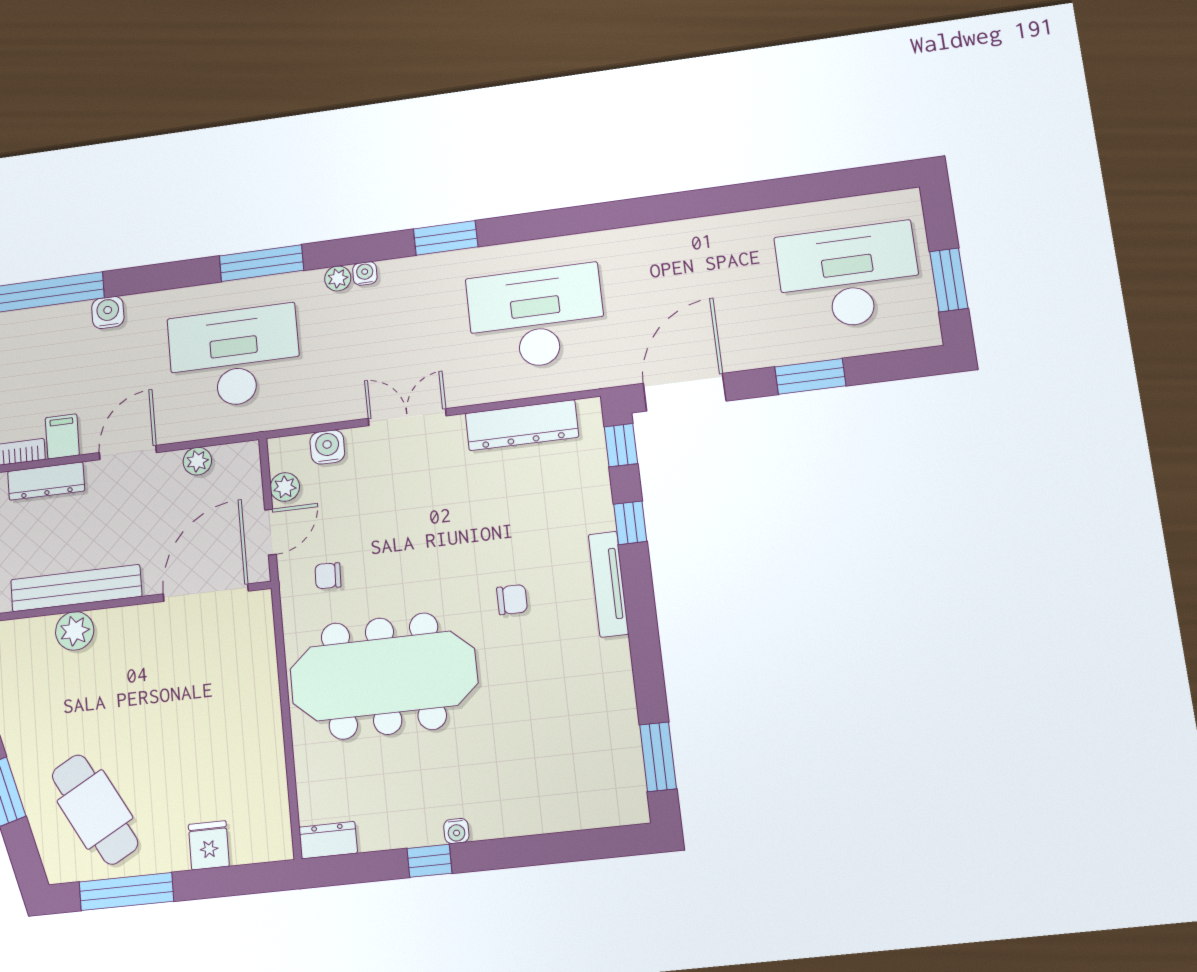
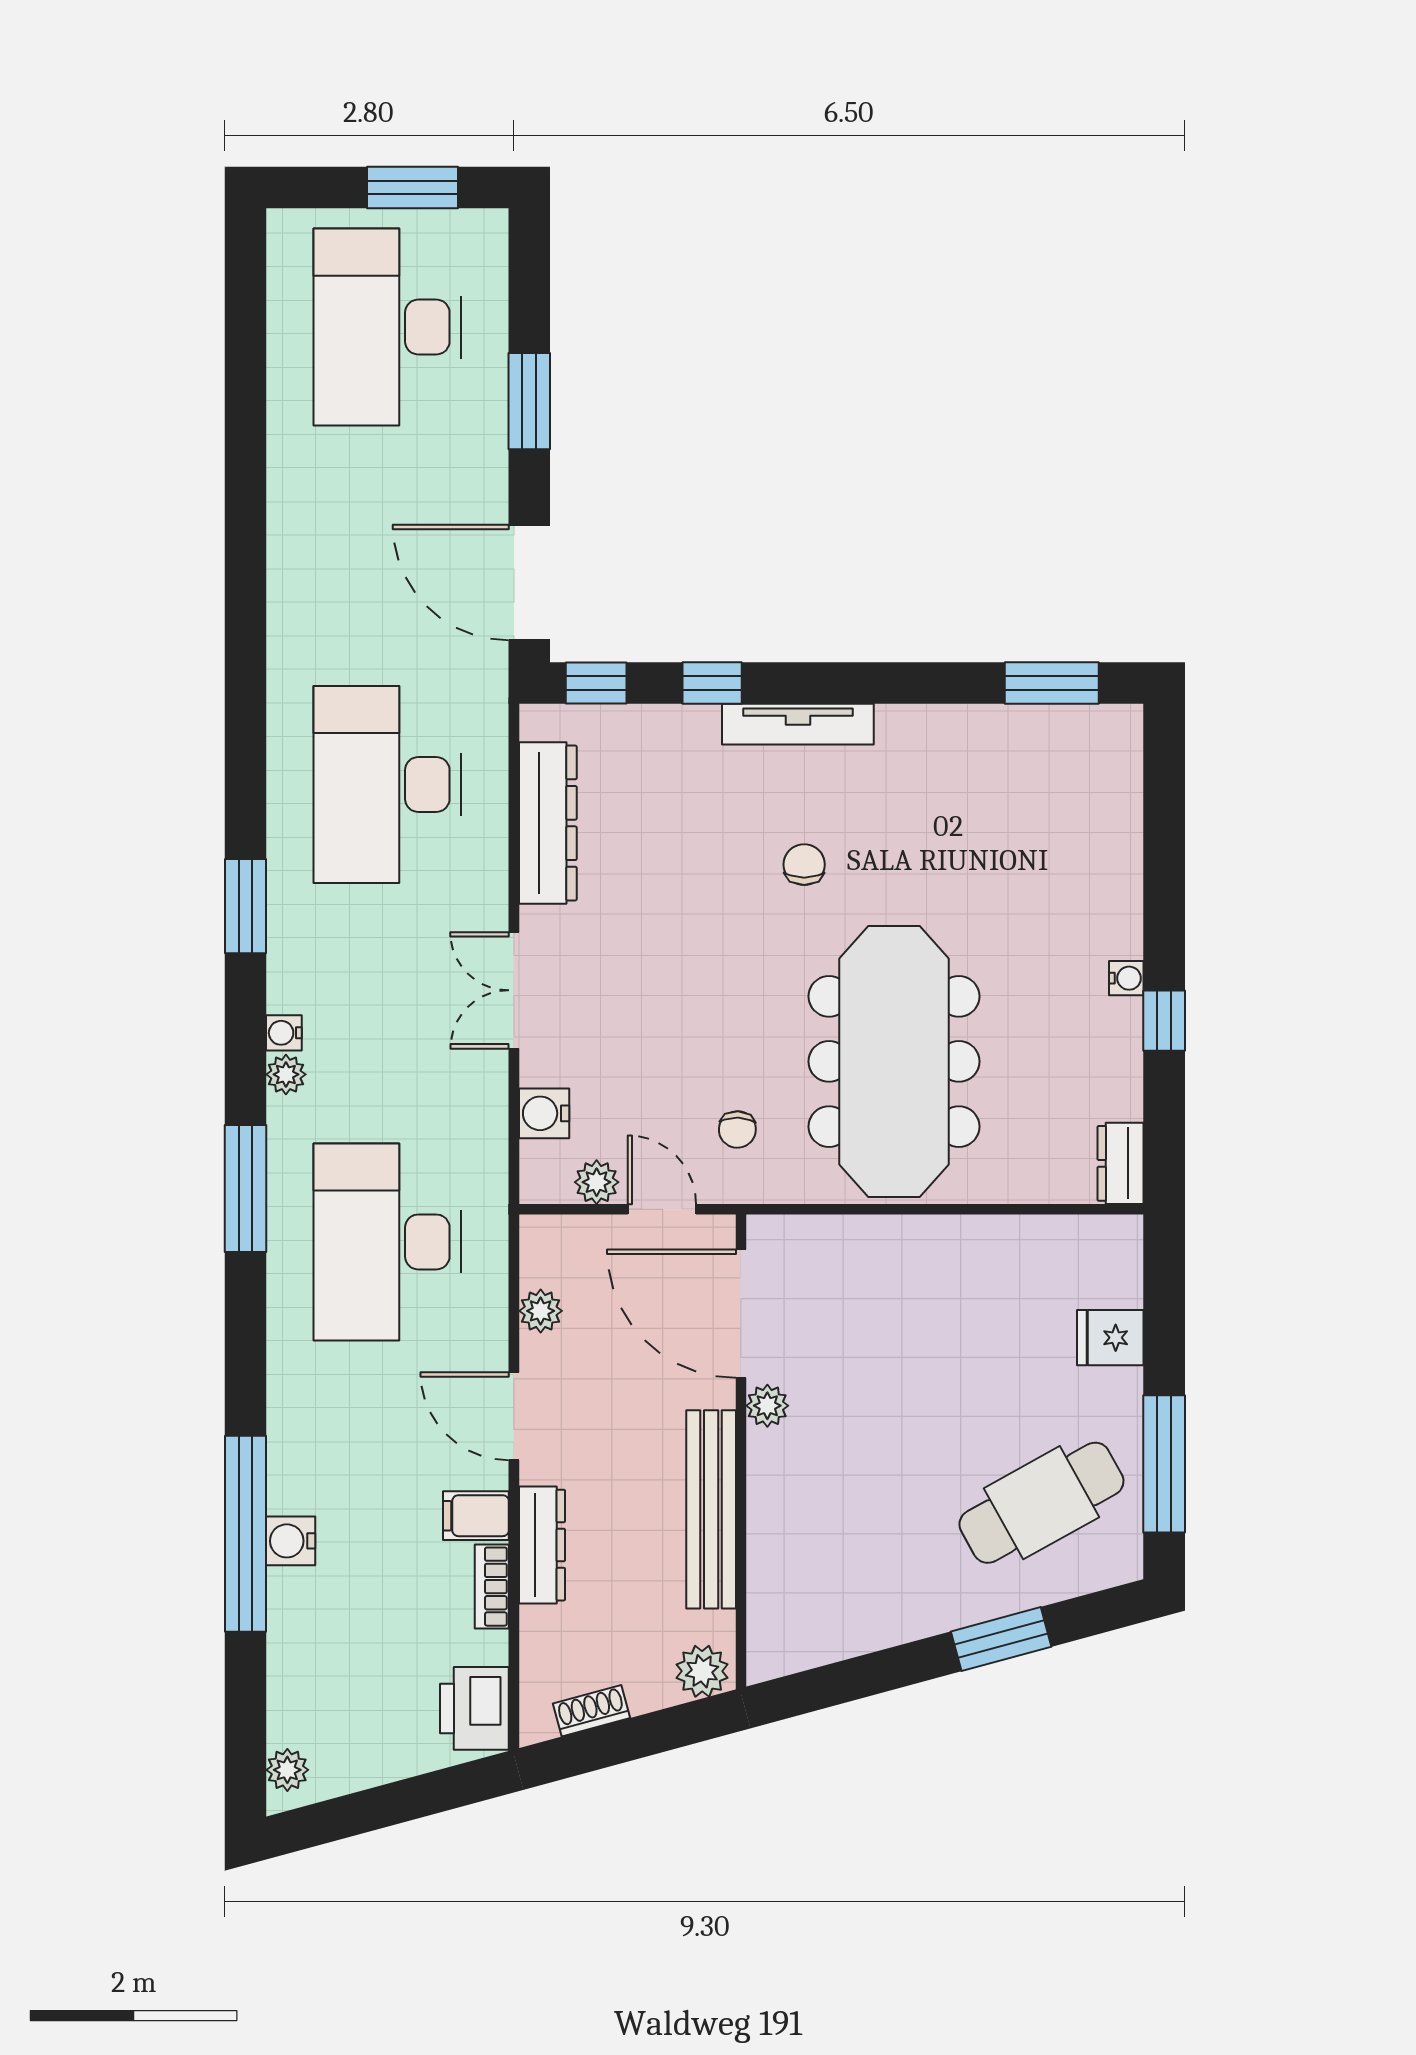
water cooler: (108, 312) -> (291, 1541), moved
plant: (75, 631) -> (767, 1406), moved, width x0.73, depth x0.73

